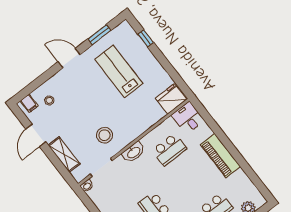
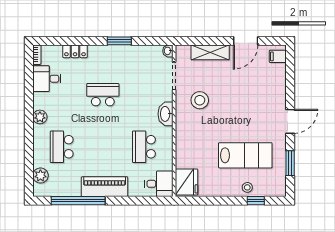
stool: (49, 100) -> (247, 187), moved
door: (36, 135) -> (246, 41), swing flipped
window: (245, 167) -> (78, 201), added

